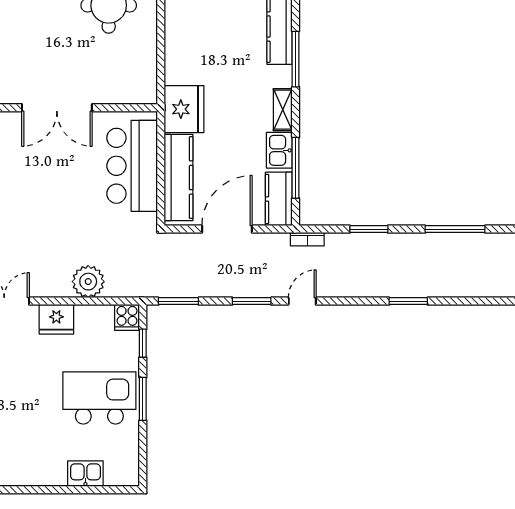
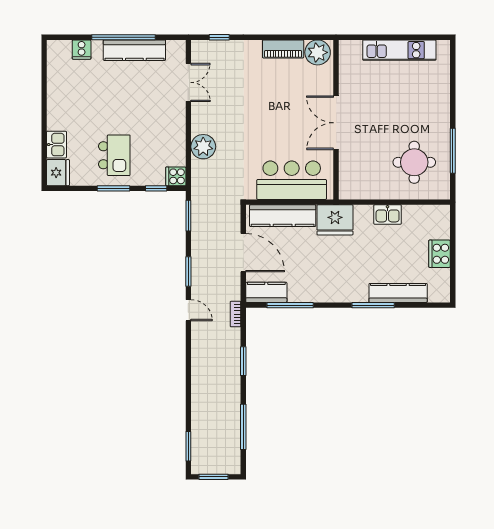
shelving: (283, 110) -> (335, 295), removed
kitchen sink: (279, 150) -> (388, 215), moved, turned 180
window: (408, 301) -> (188, 446), moved
fridge: (56, 319) -> (58, 173), moved, turned 180
kitchen island: (99, 398) -> (114, 155), width x0.73, depth x0.78

